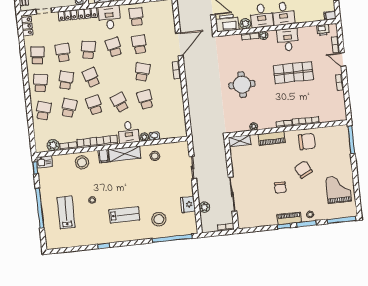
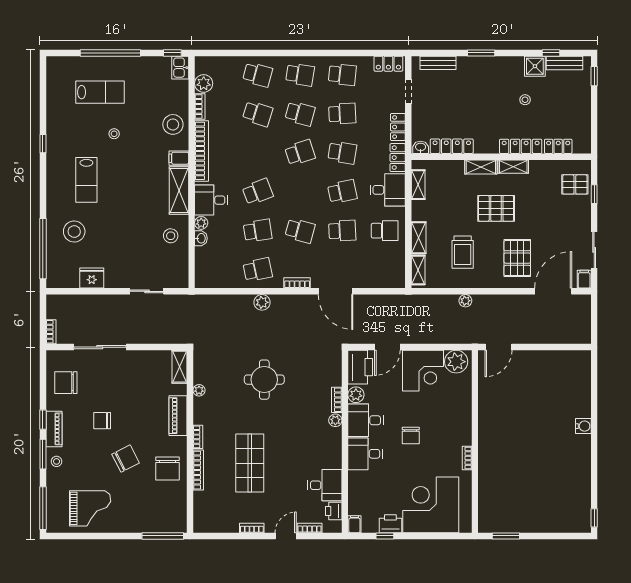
desk: (288, 40) -> (325, 485), moved
shop shelf: (293, 73) -> (250, 463), moved
school desk: (94, 105) -> (258, 270), moved
plant: (204, 207) -> (262, 302), moved
chair: (258, 214) -> (66, 383), added

